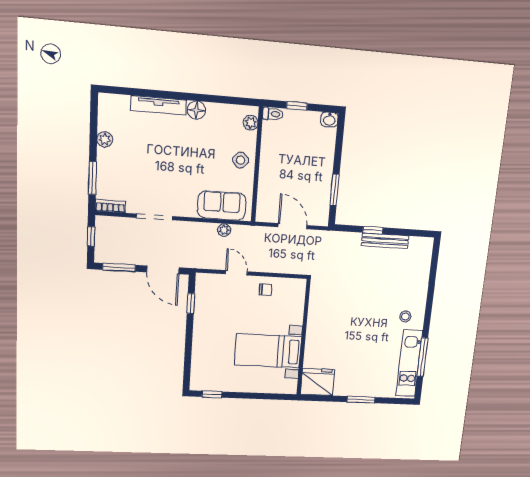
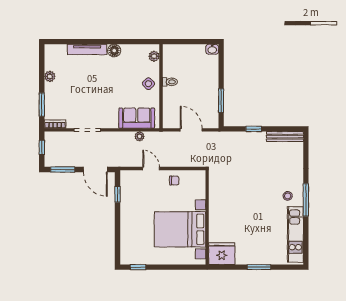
window: (297, 106) -> (187, 42), removed
toilet: (273, 114) -> (170, 82), moved
bench: (385, 241) -> (285, 137), moved
bed with nightstands: (268, 351) -> (180, 229), width x1.36
window: (422, 357) -> (306, 200), moved

